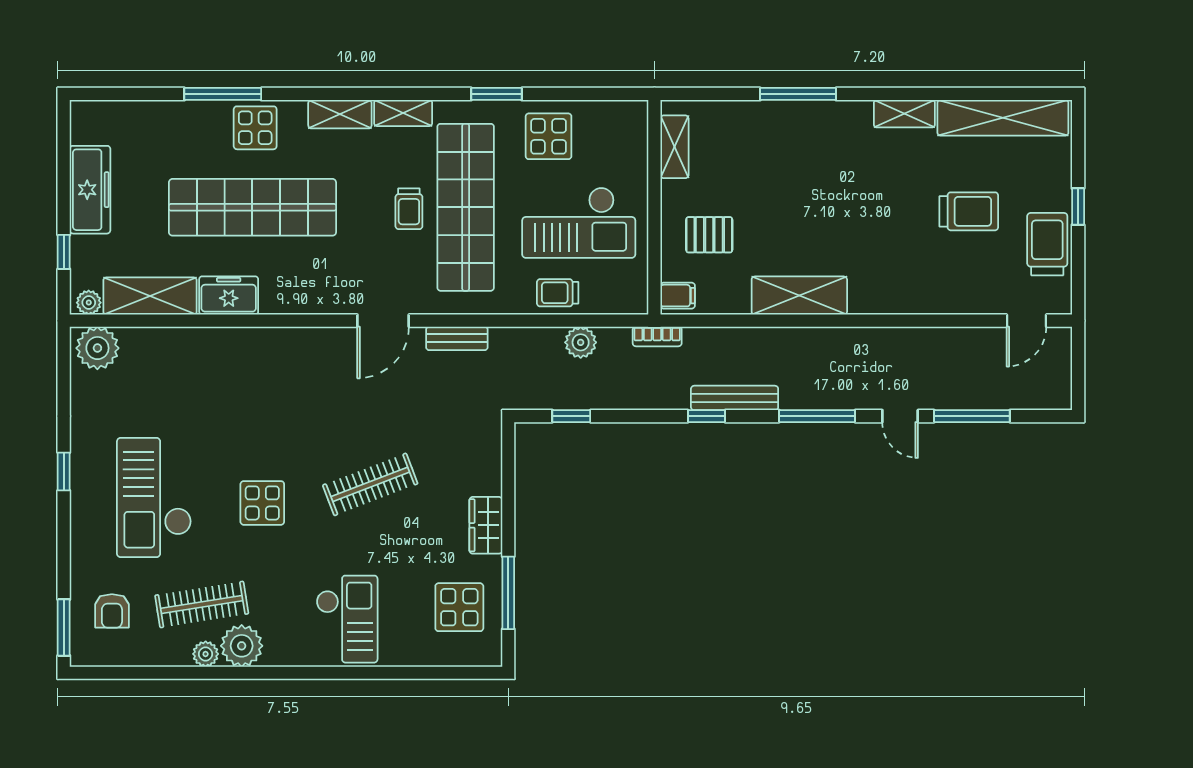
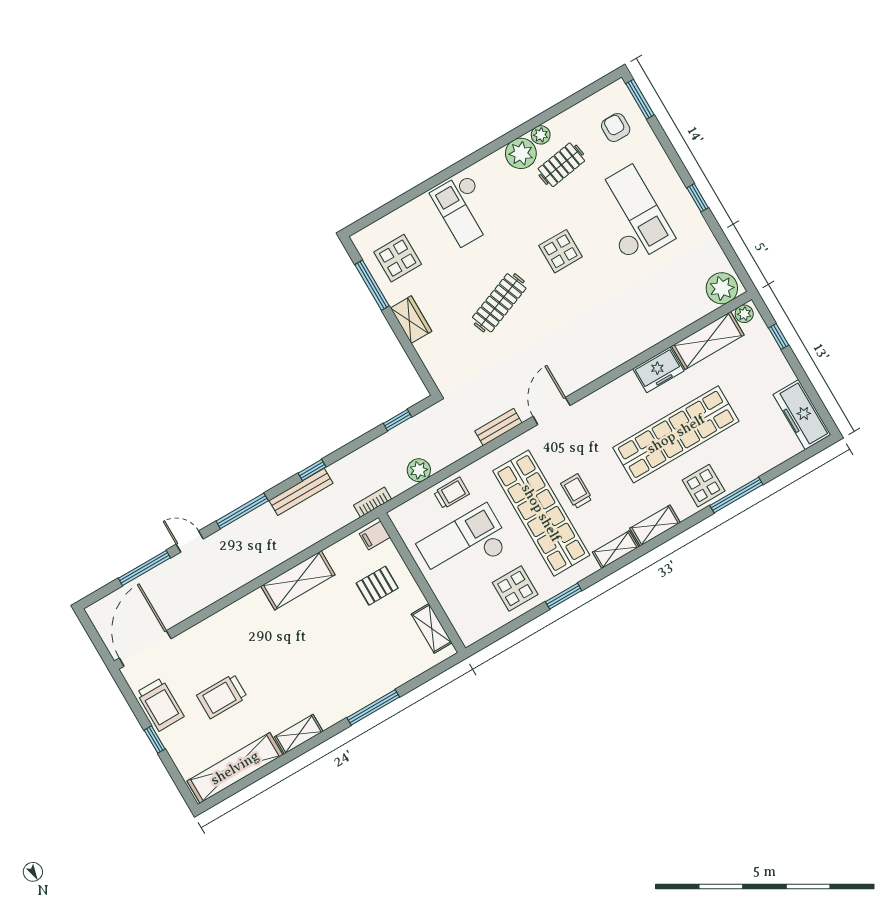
freezer: (90, 190) -> (802, 415), moved
door: (1026, 321) -> (145, 648), width x1.88
clothes rail: (202, 604) -> (561, 165), width x0.73

